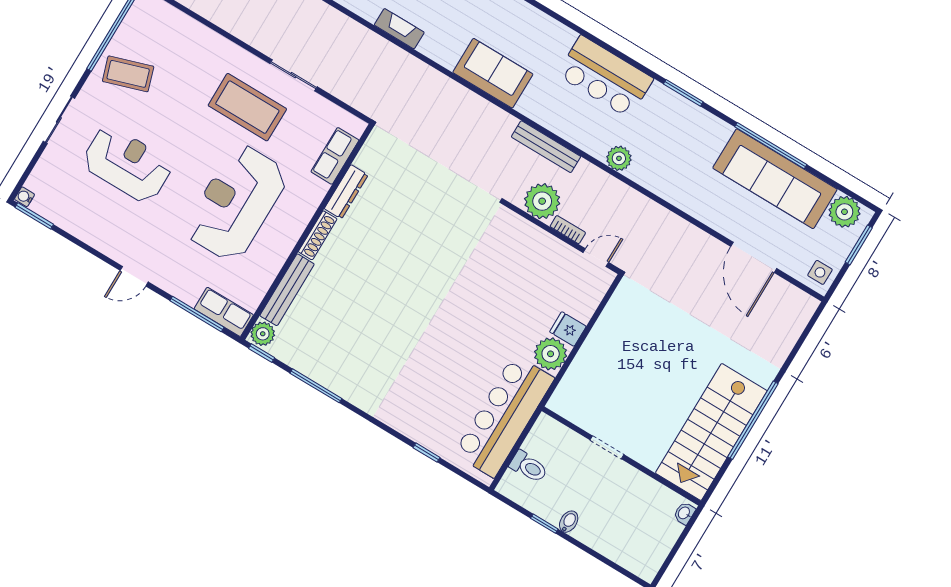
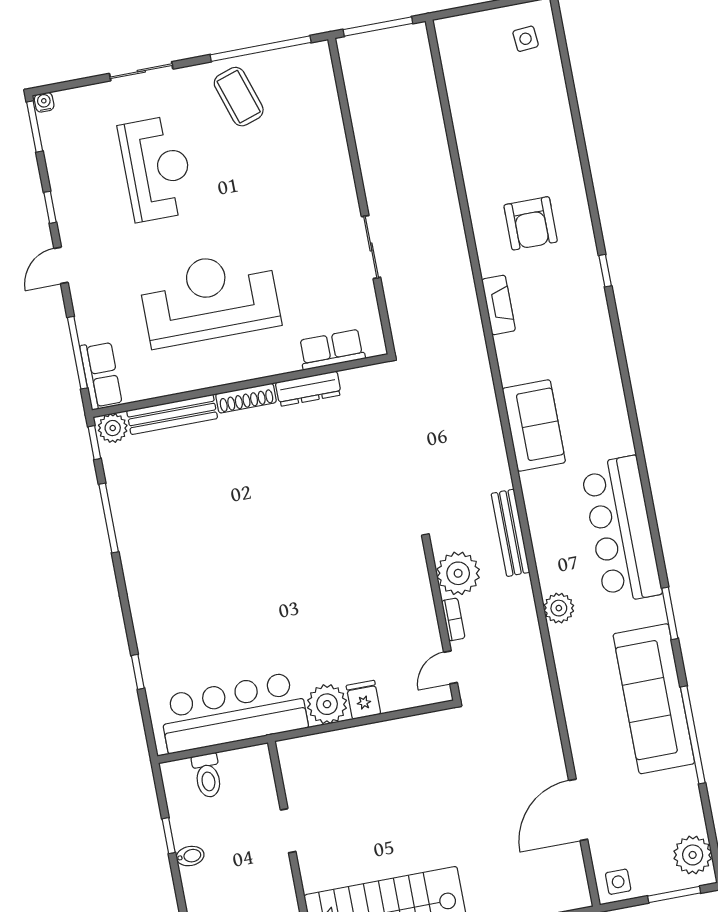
bar counter: (605, 77) -> (621, 530), width x1.36
coffee table: (247, 107) -> (305, 231), removed
sofa: (775, 179) -> (654, 699), moved
window: (92, 251) -> (50, 207), added
door: (596, 258) -> (450, 667), swing flipped
door: (134, 276) -> (61, 265), hinge flipped

